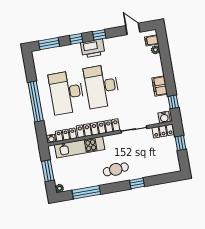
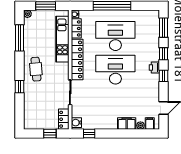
printer: (93, 48) -> (154, 68), width x0.53, depth x0.68
filing cabinet: (160, 86) -> (127, 124), moved

